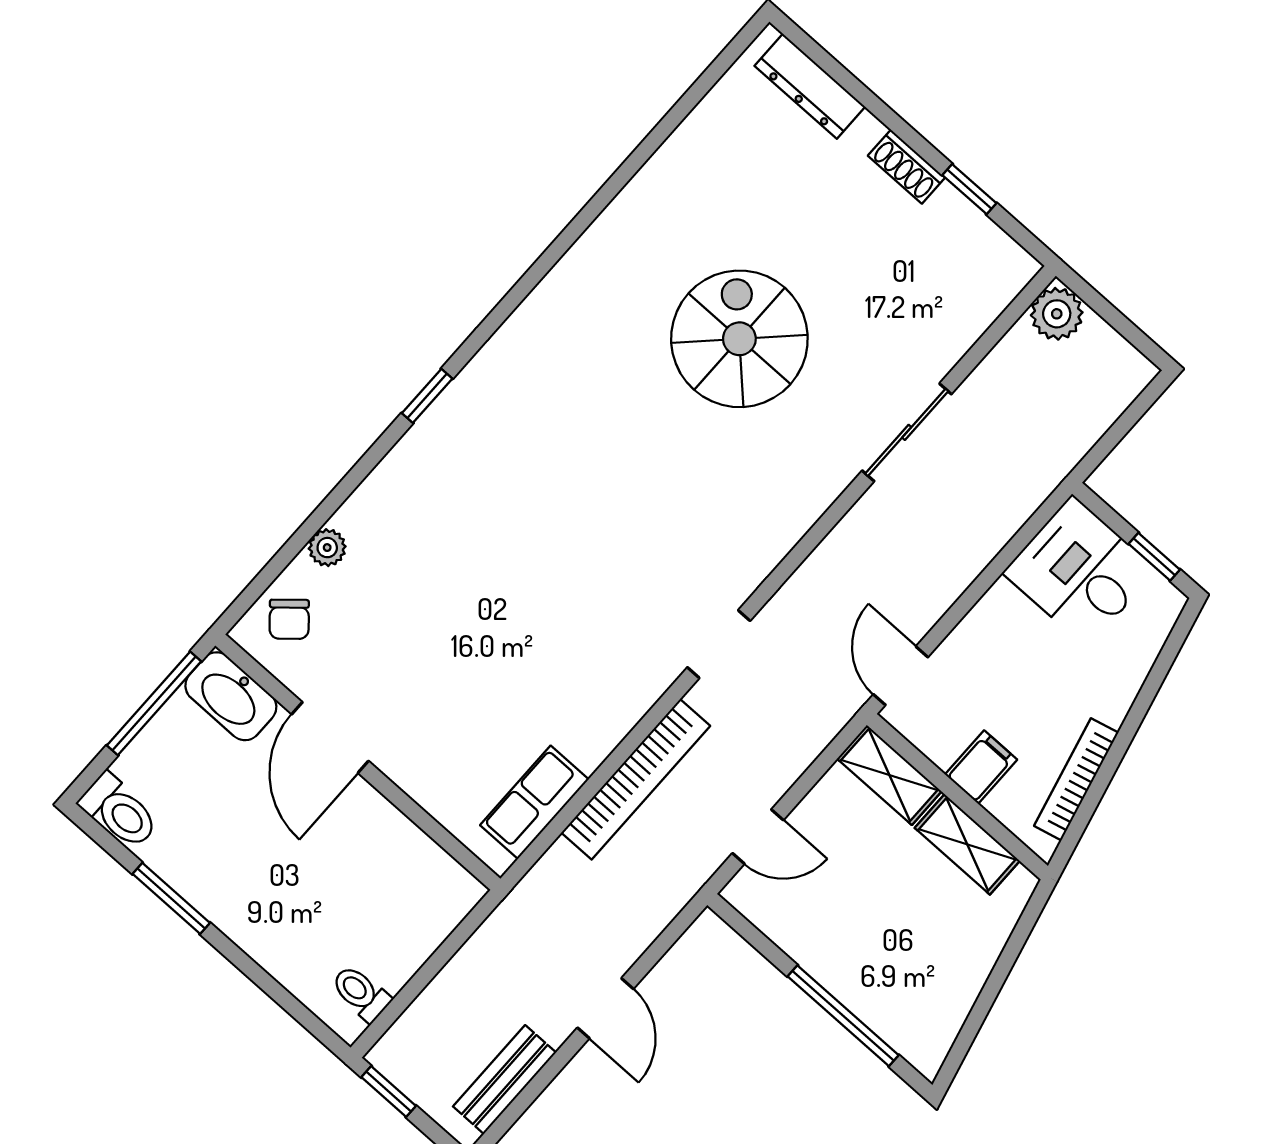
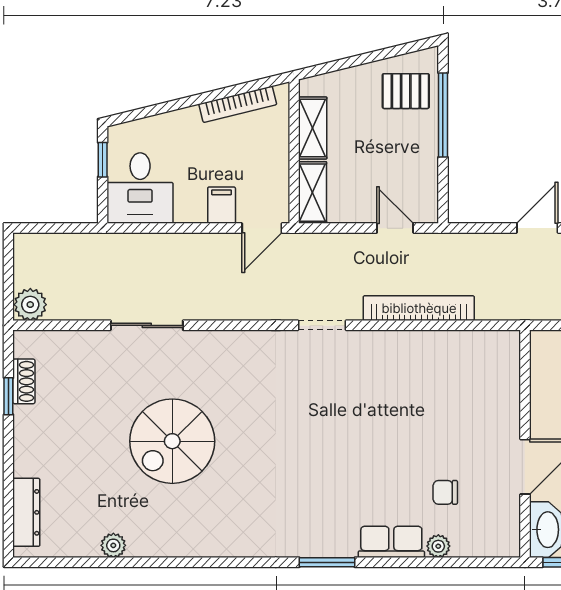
plant: (677, 156) -> (113, 545), added
shoe rack: (906, 167) -> (24, 381), moved
window: (427, 396) -> (327, 562), width x1.50
chair: (289, 619) -> (445, 492), moved, turned -139
filing cabinet: (981, 767) -> (222, 205), moved, turned 90
row of seats: (534, 802) -> (391, 542), moved, turned 180
pallet: (912, 997) -> (406, 91), added

